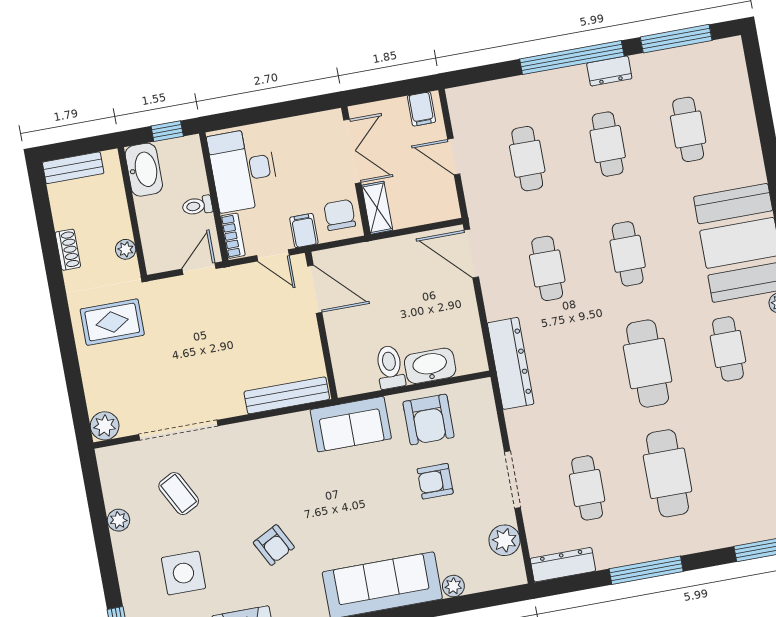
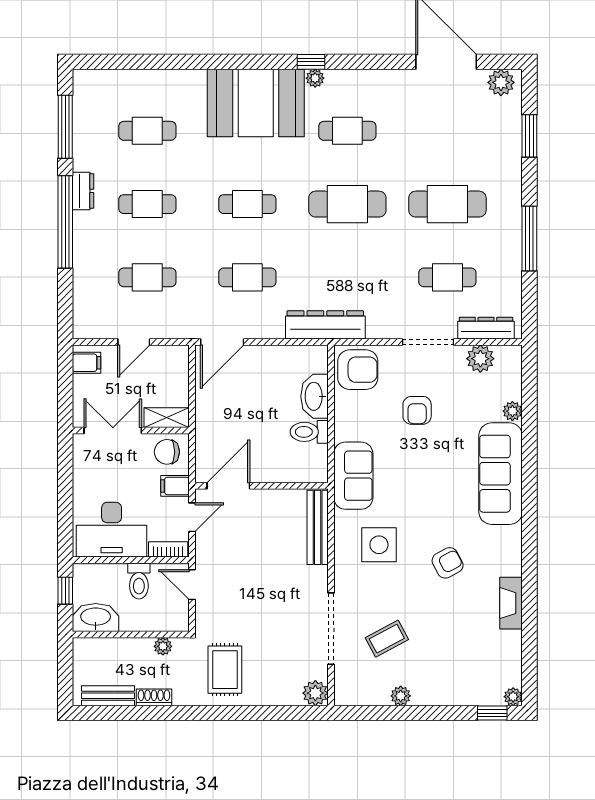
bench: (73, 168) -> (108, 696), moved, turned 90
toilet: (197, 206) -> (139, 581), width x1.37, depth x1.39
armchair: (429, 419) -> (358, 370), moved
dresser: (563, 565) -> (486, 328), moved, turned 90
side table: (183, 573) -> (379, 545), moved

